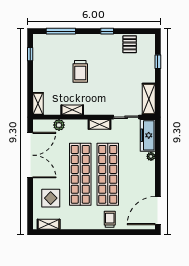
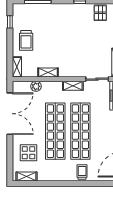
trolley: (80, 71) -> (26, 40), moved

